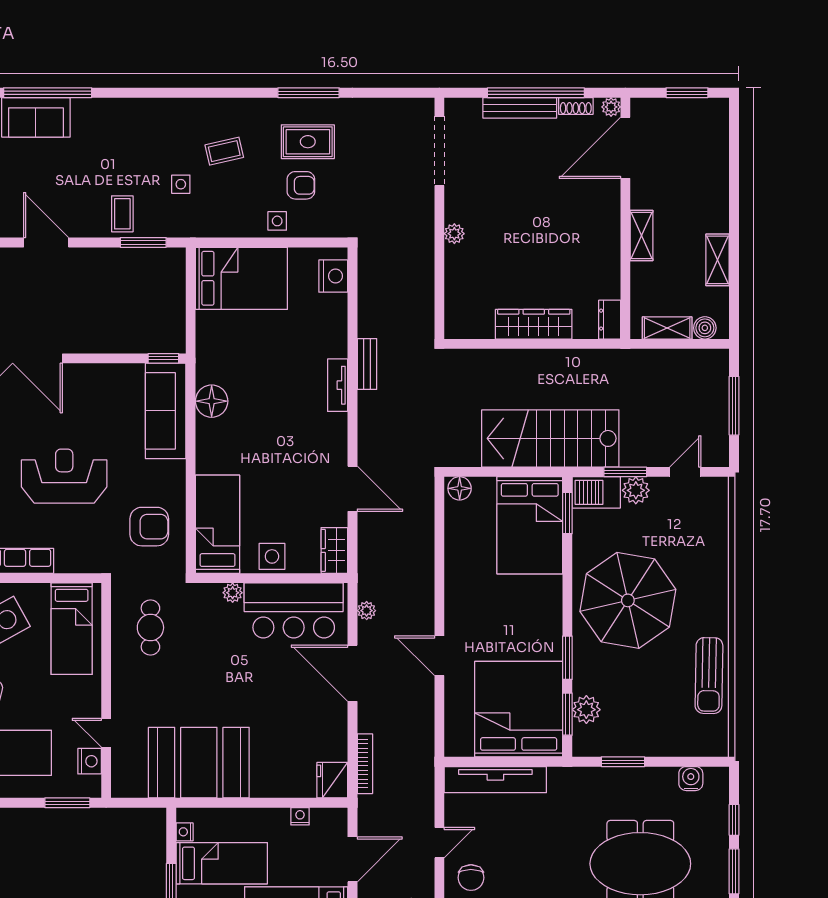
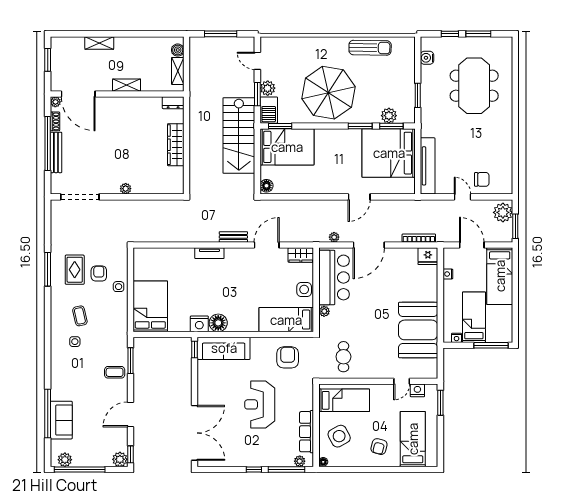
side table: (181, 184) -> (75, 342), moved
shelving: (718, 260) -> (99, 43), moved
nightstand: (333, 276) -> (199, 324), moved, turned 180
bench: (367, 364) -> (233, 237), moved
cafe table: (150, 628) -> (343, 357), turned 90

